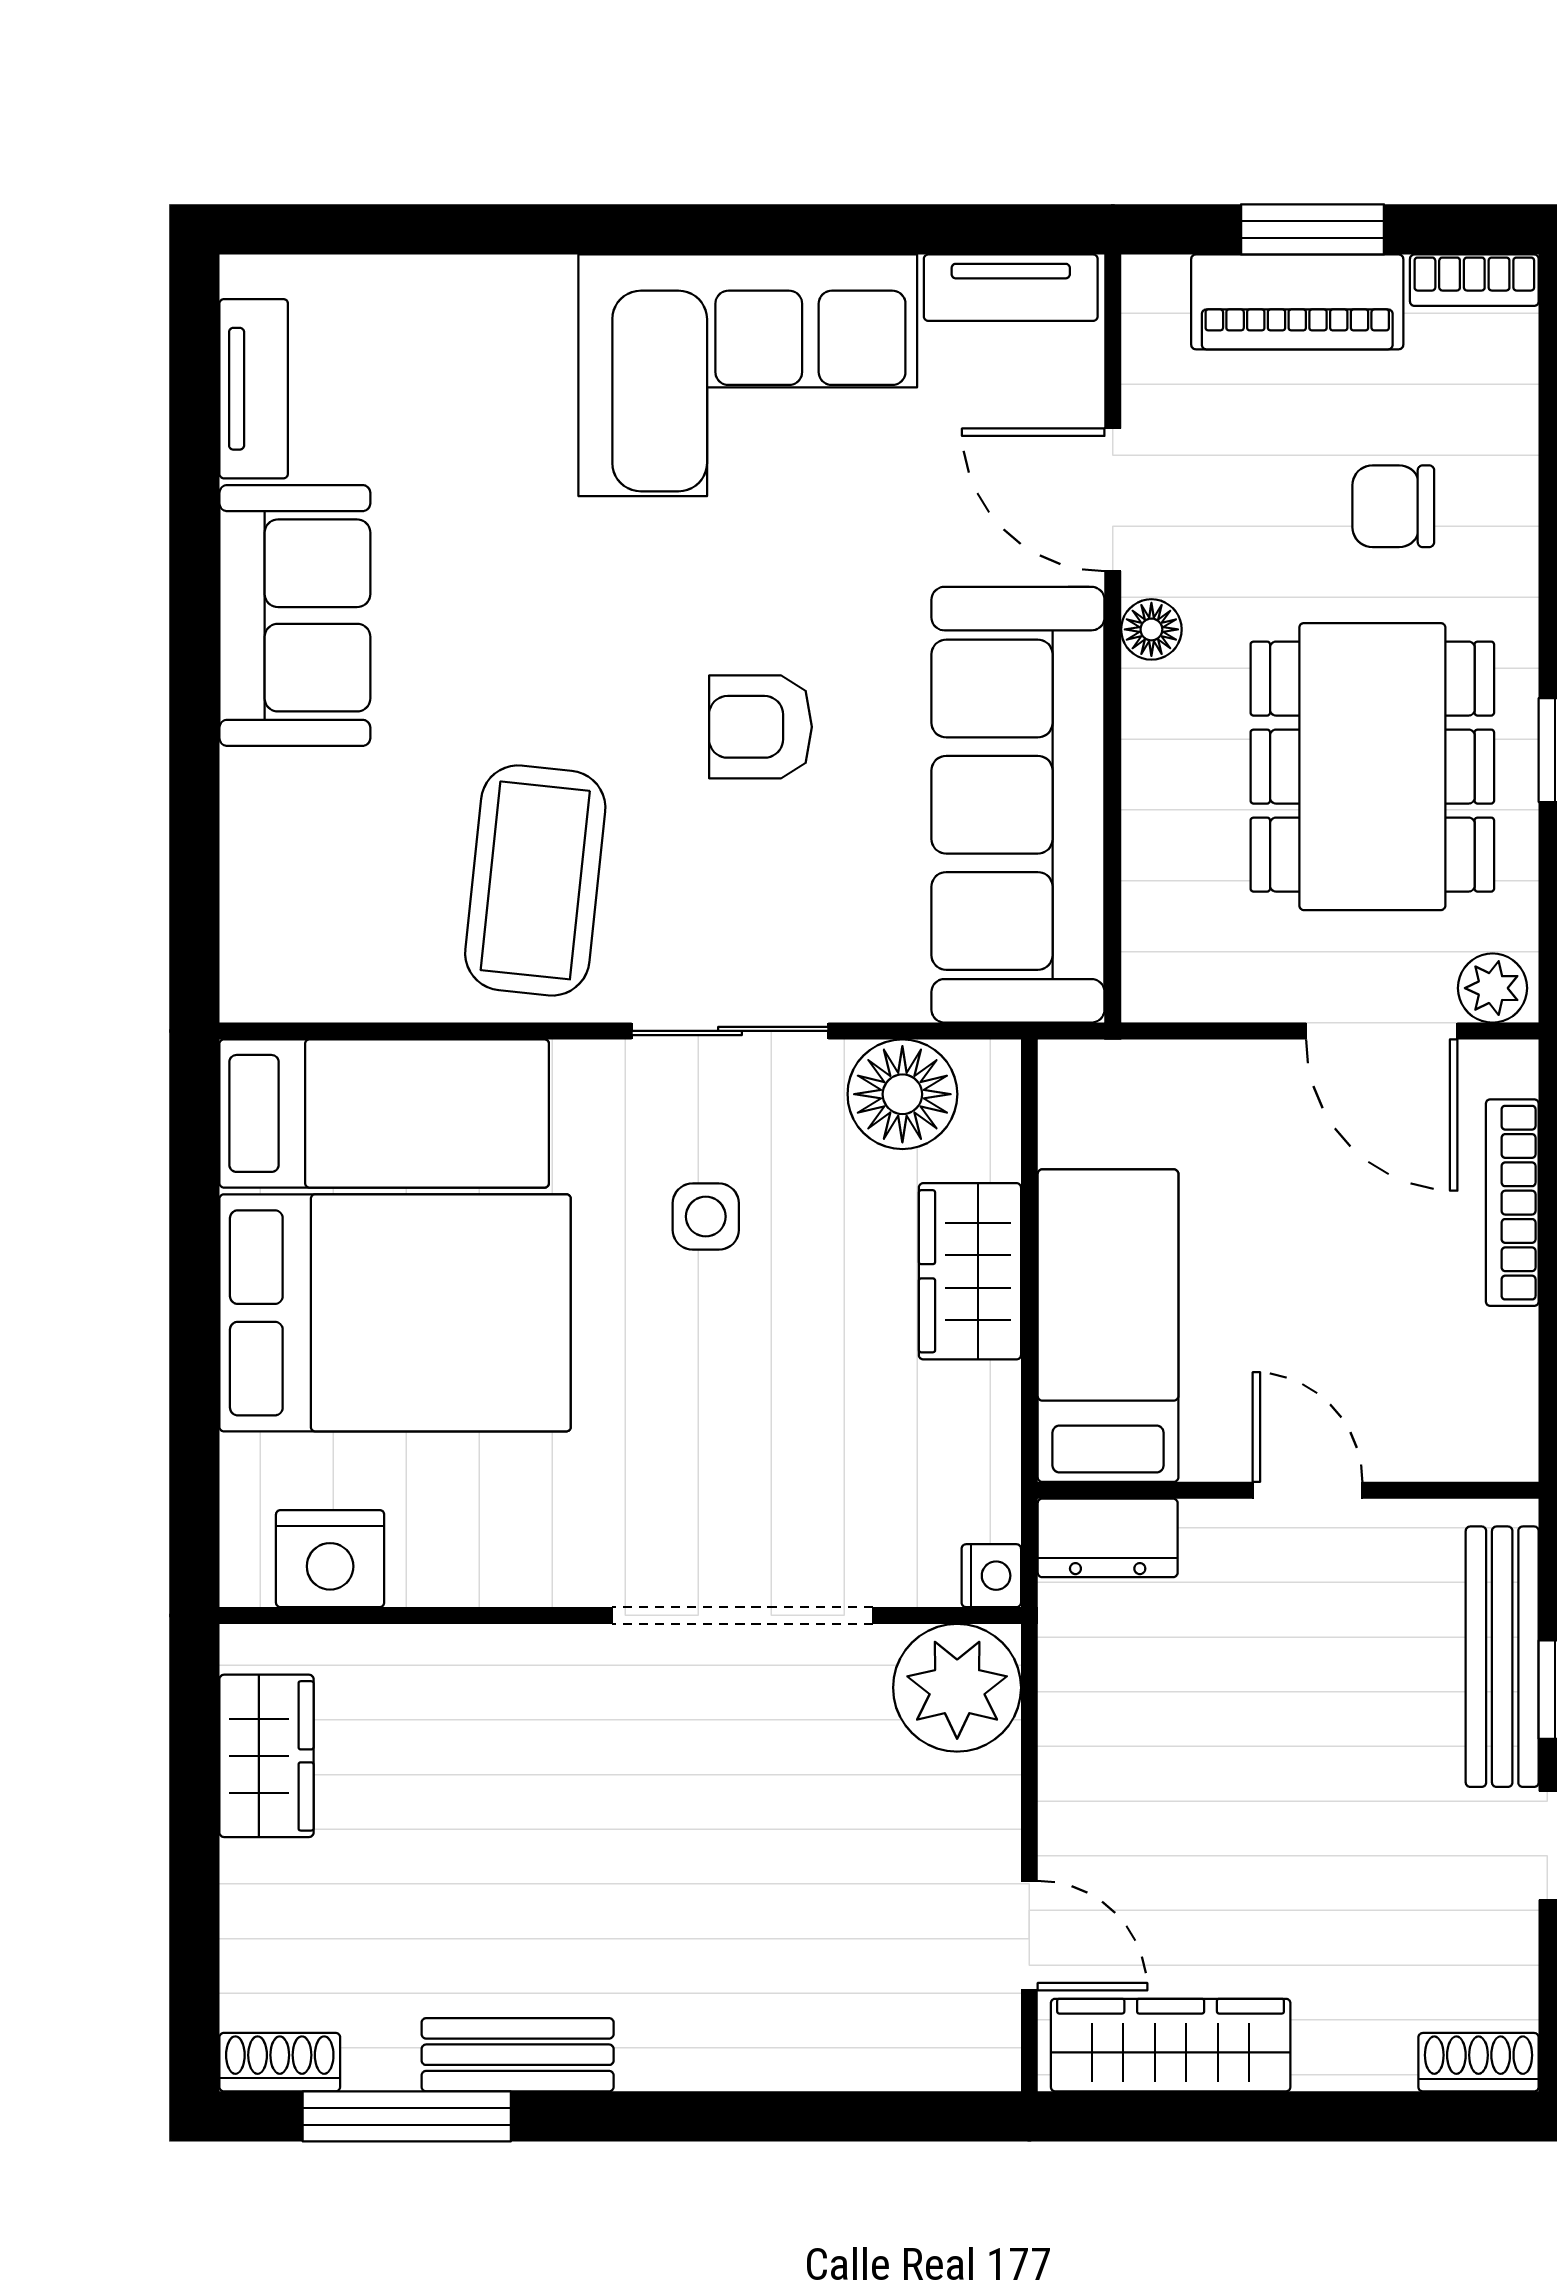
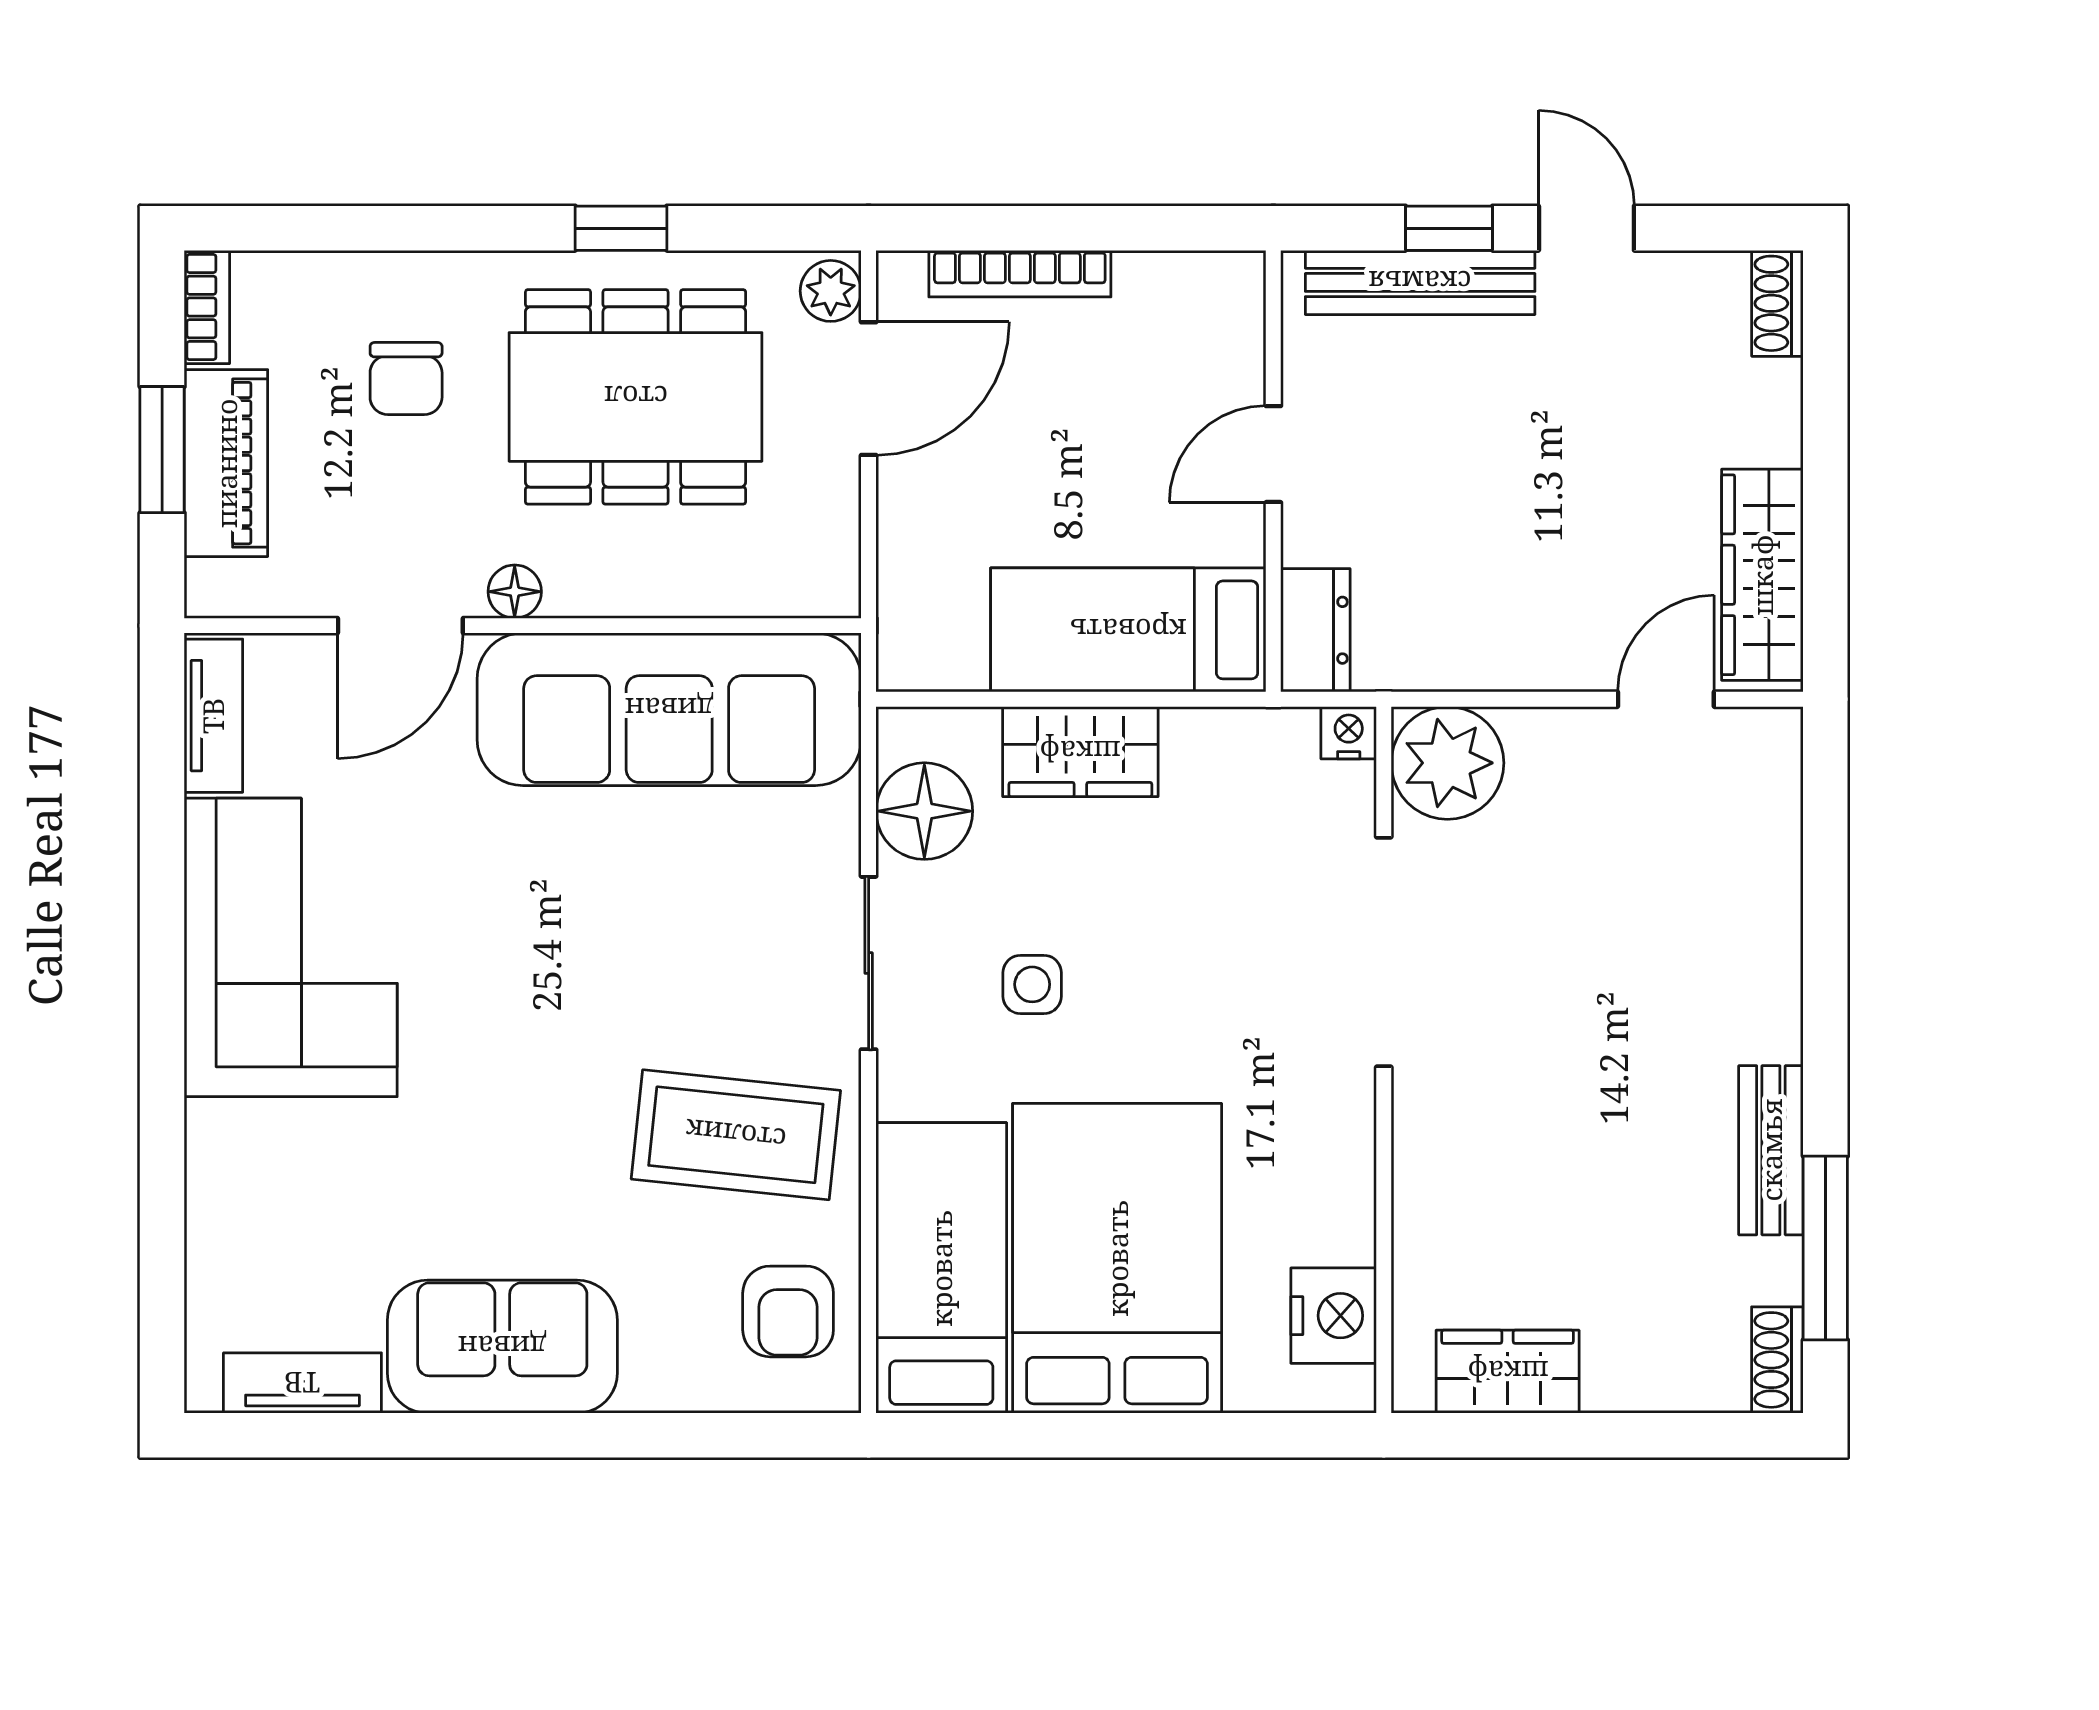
armchair: (760, 727) -> (788, 1311), moved

